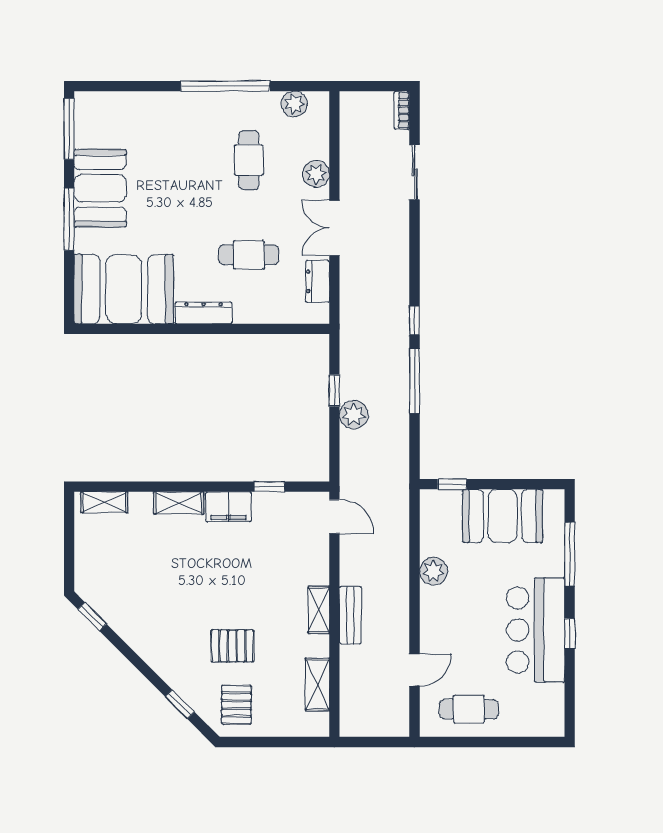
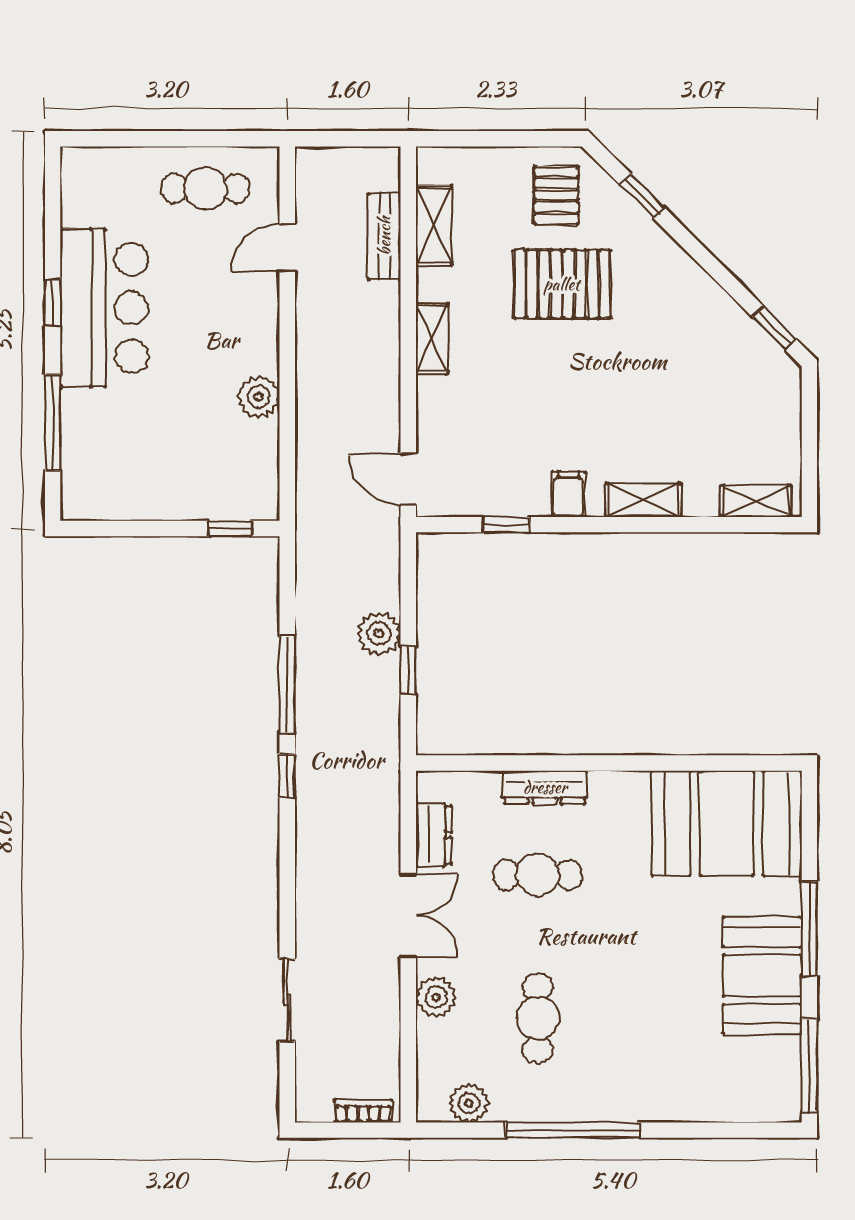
bookcase: (402, 110) -> (363, 1111), moved, turned -90
dresser: (204, 313) -> (545, 787), moved
filing cabinet: (228, 507) -> (568, 494), width x0.50
booth: (503, 516) -> (154, 480), removed
bench: (350, 615) -> (384, 236), moved
pallet: (232, 646) -> (562, 284), width x1.50, depth x1.42

